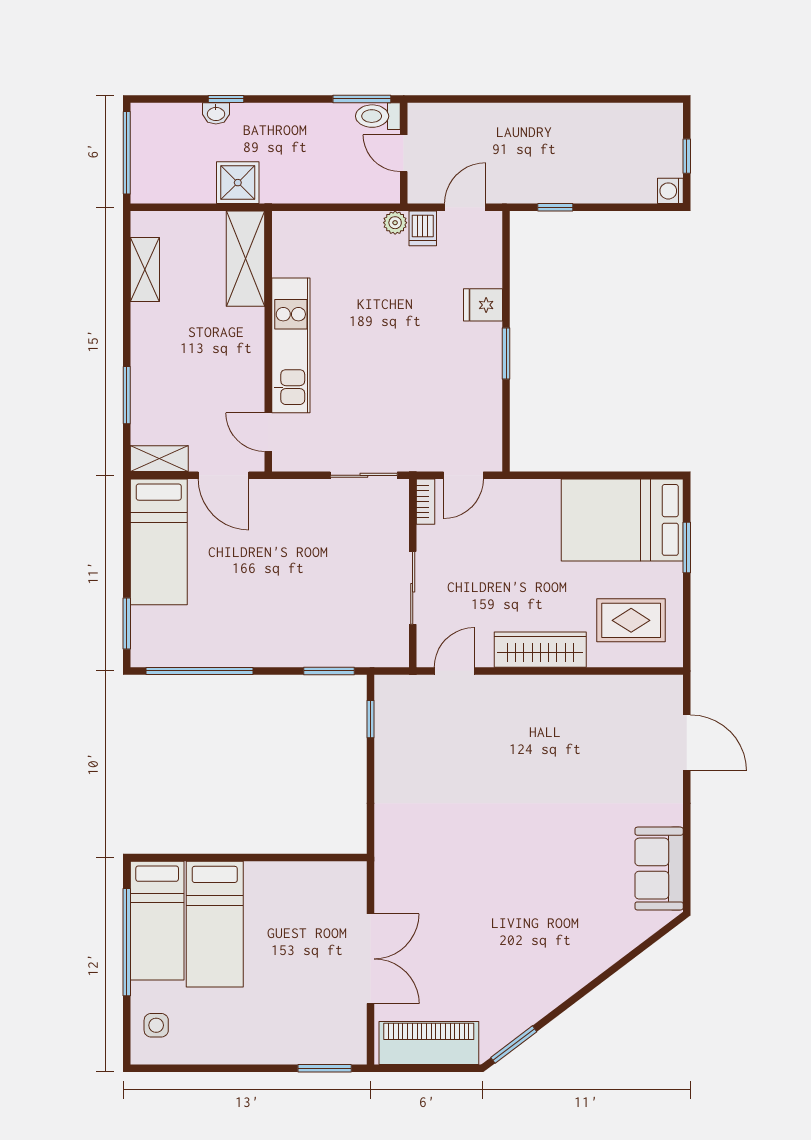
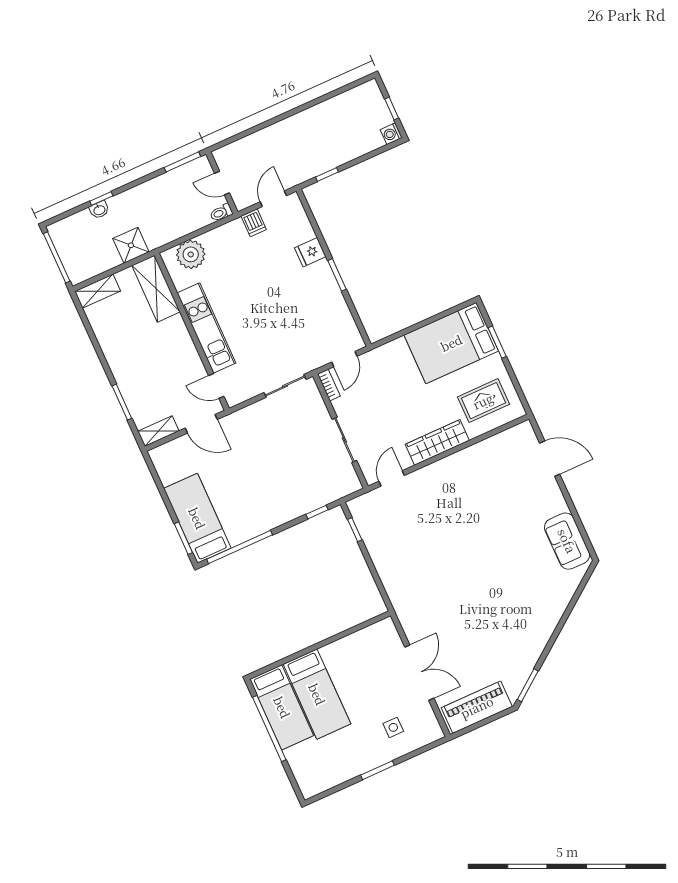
toilet: (378, 116) -> (221, 213), moved, width x0.73, depth x0.72
plant: (395, 223) -> (191, 254), moved, width x1.88, depth x1.88
shelving: (145, 270) -> (98, 291), moved, turned 90
bed: (159, 542) -> (197, 518), moved, turned 180
window: (329, 671) -> (317, 512), width x0.67
side table: (156, 1025) -> (393, 727), moved
window: (325, 1068) -> (378, 770), moved

